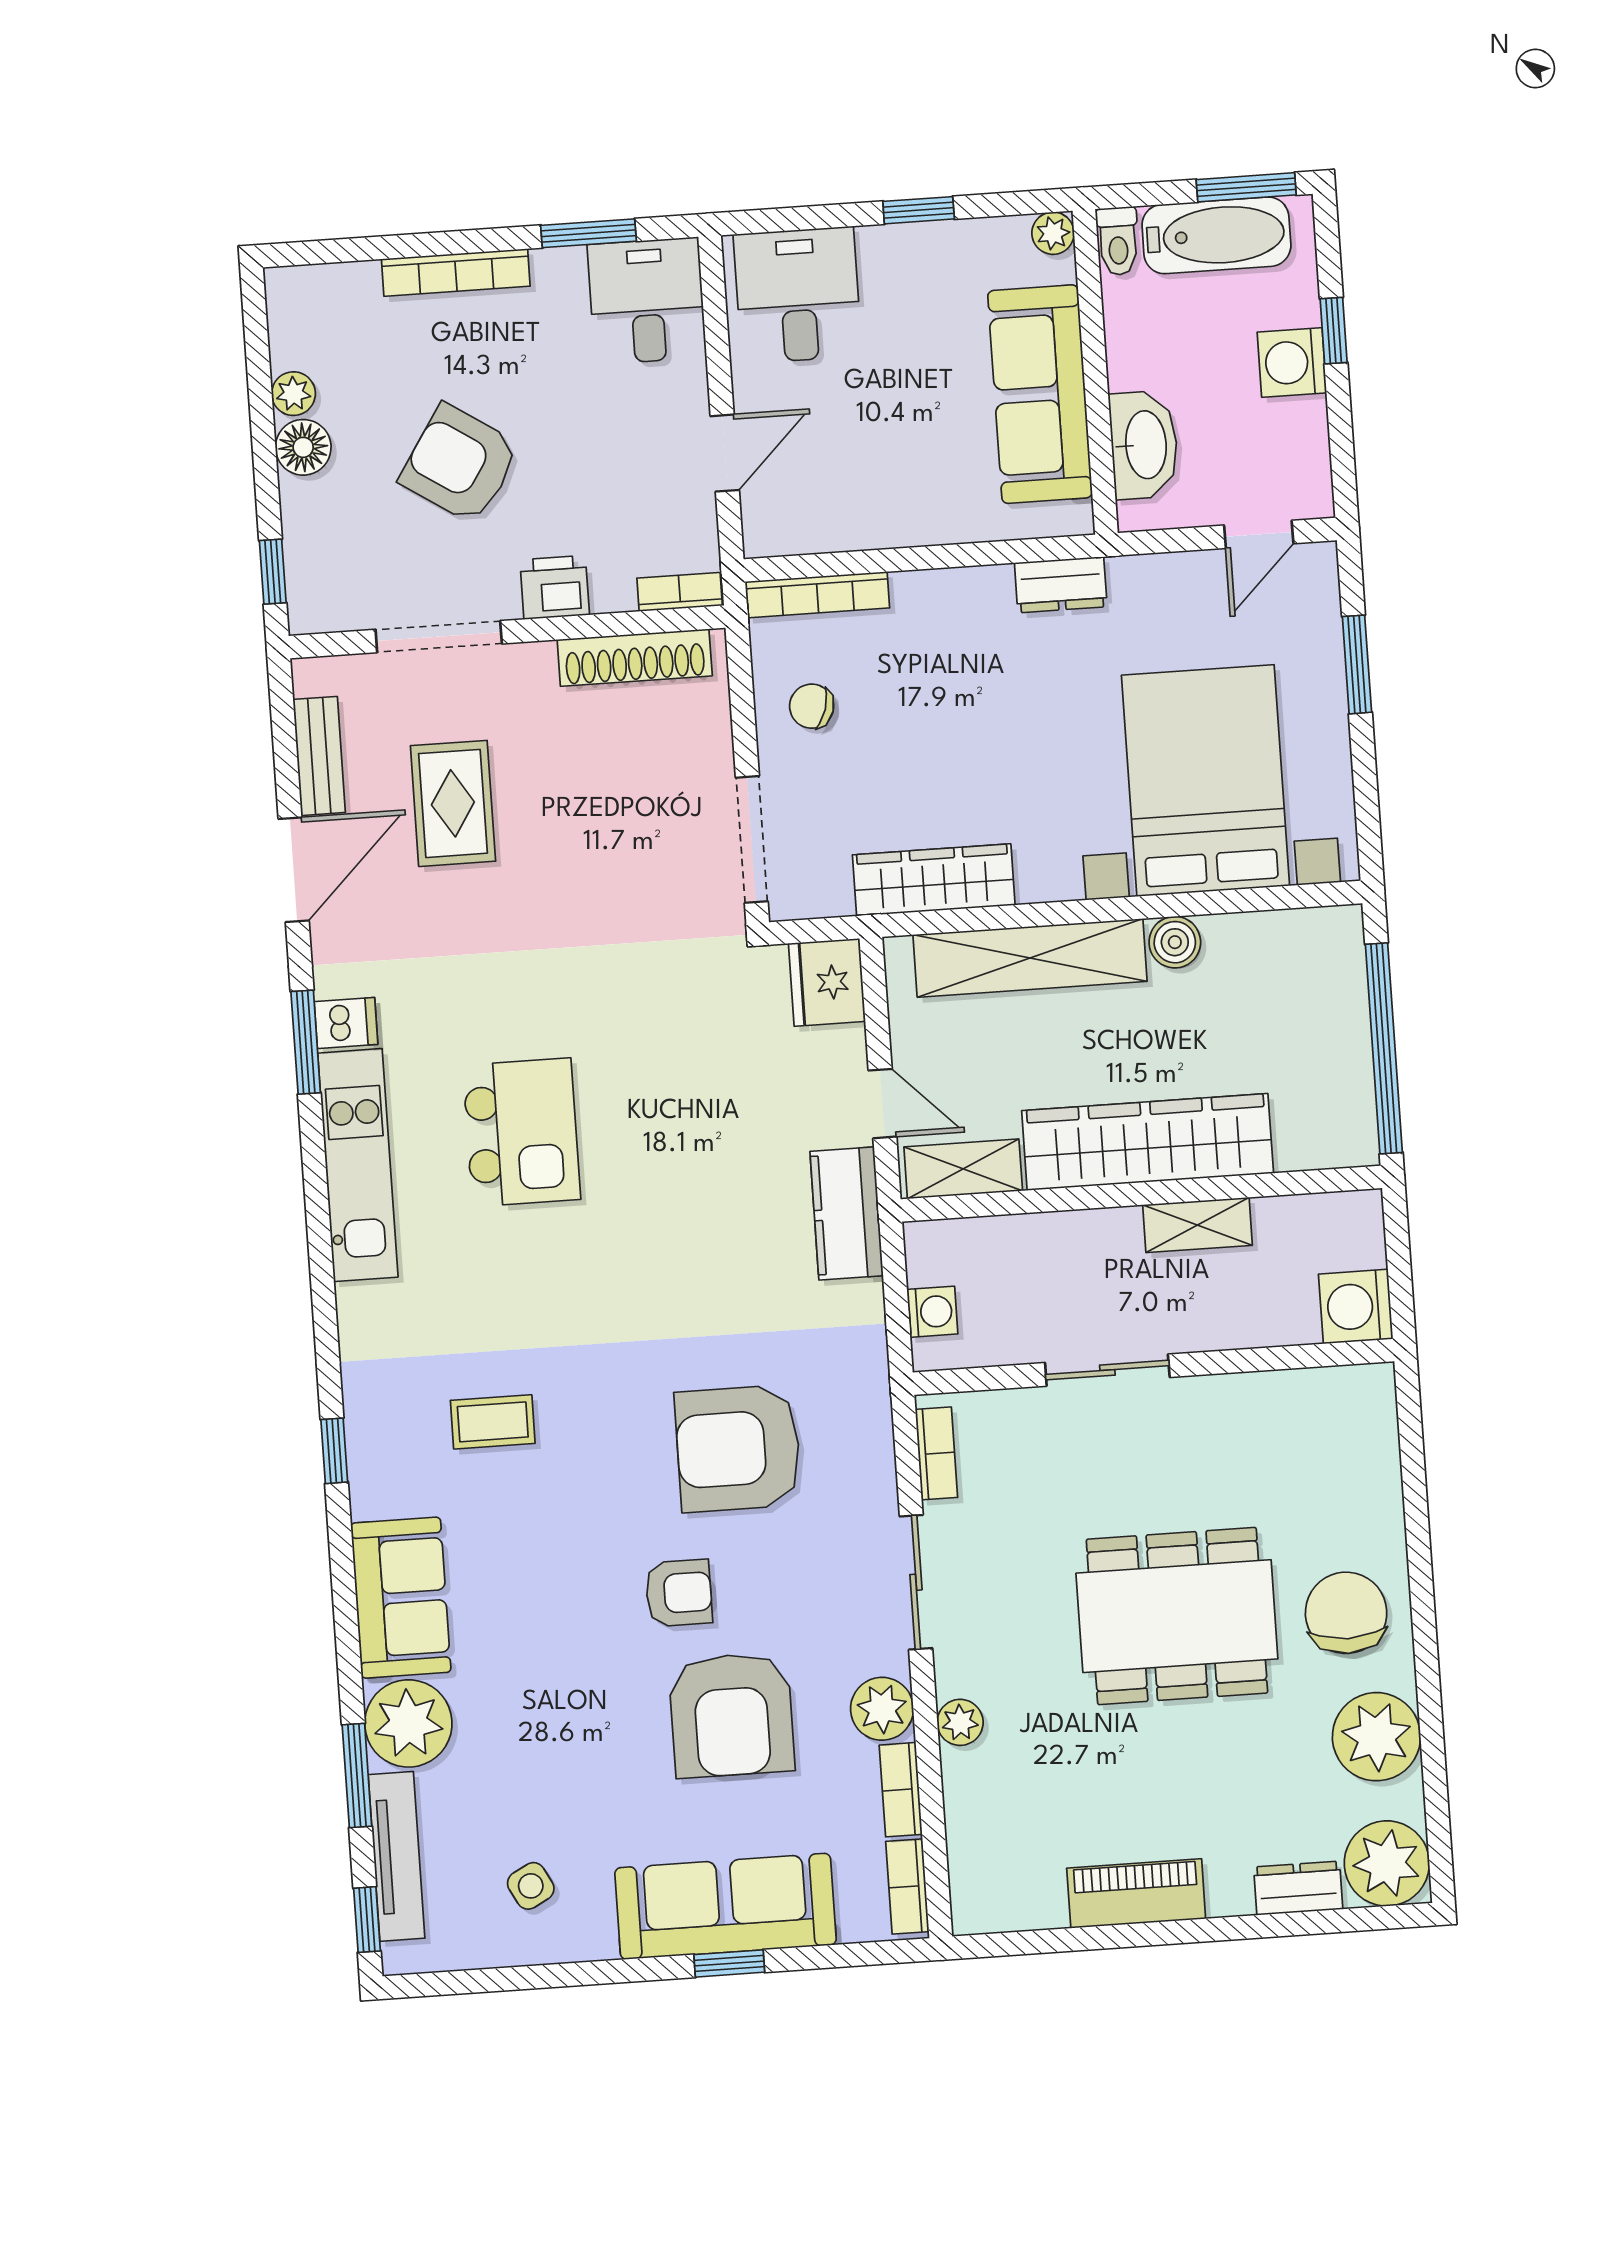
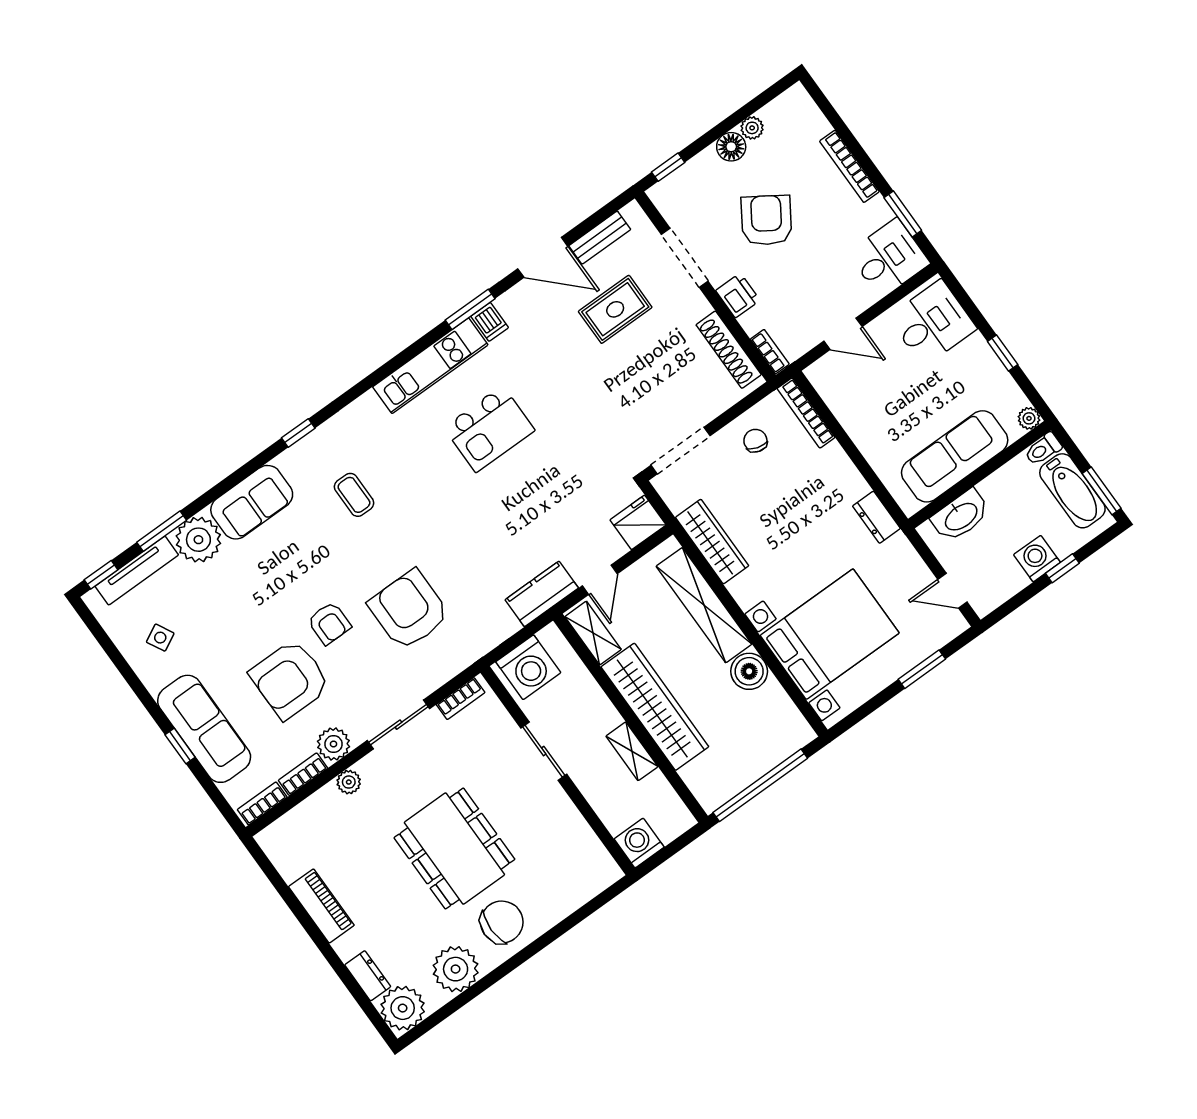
boiler: (1175, 942) -> (749, 671), width x1.36, depth x1.36
washing machine: (932, 1312) -> (528, 667), width x1.89, depth x1.89

